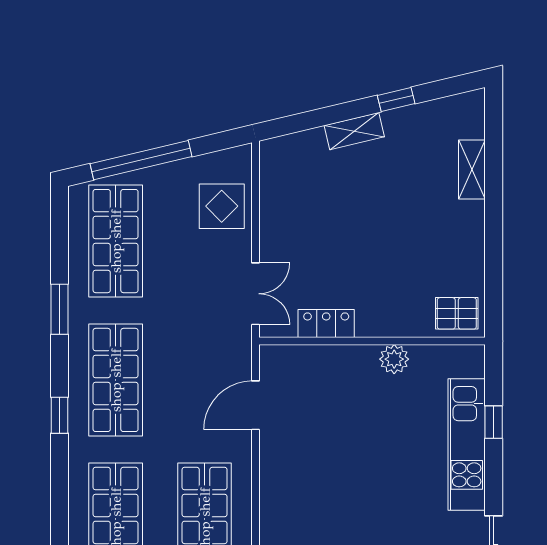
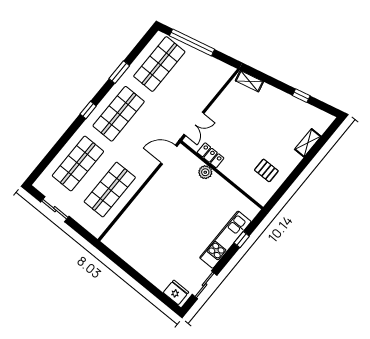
shelving: (354, 131) -> (249, 81), moved
display table: (222, 206) -> (207, 83), removed
pallet: (457, 313) -> (266, 170), moved
plant: (394, 359) -> (205, 172), moved
door: (256, 405) -> (169, 155), moved

